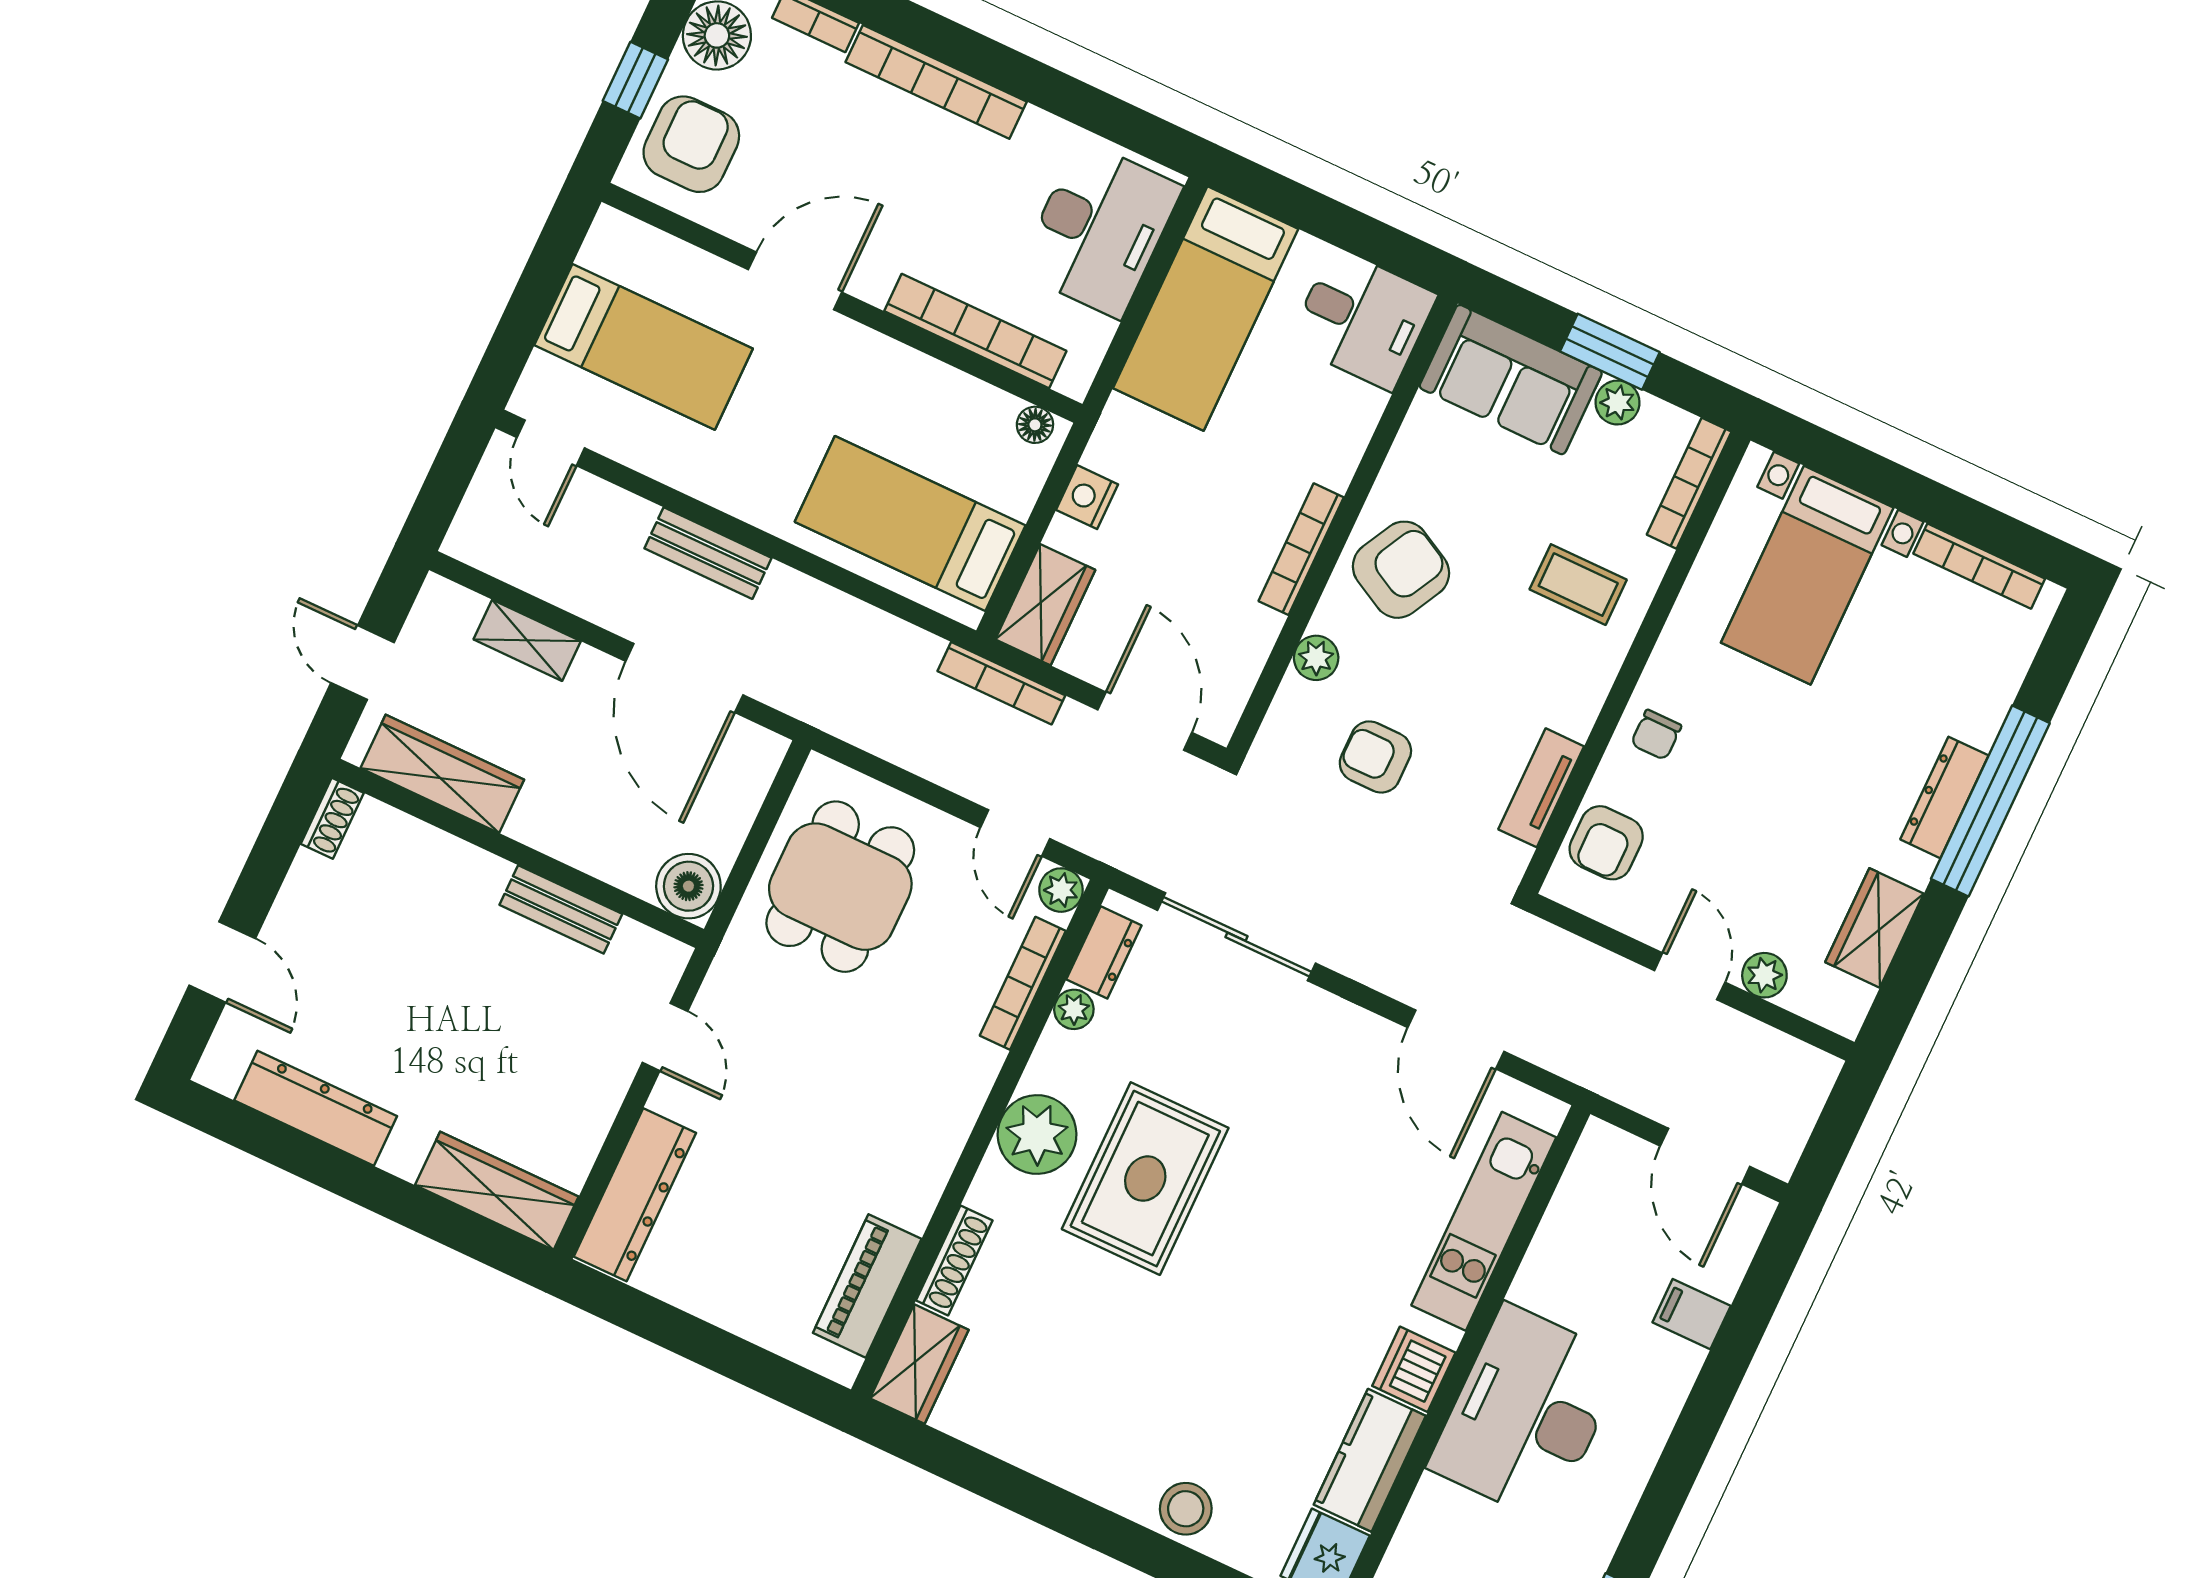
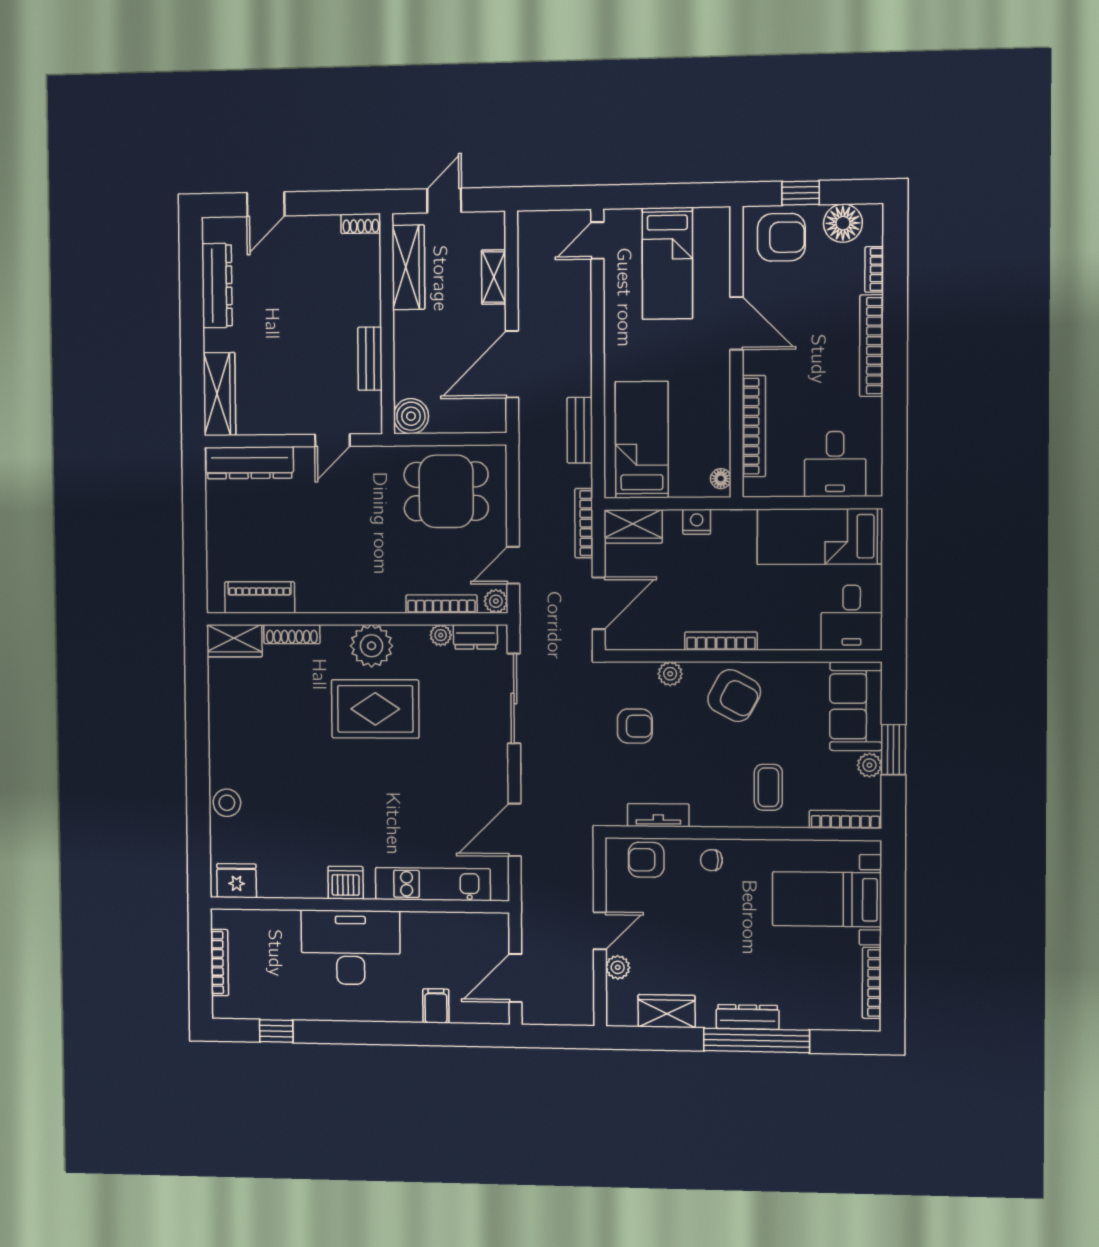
desk: (1100, 229) -> (835, 464), width x0.73
bench: (708, 553) -> (580, 430), moved
armchair: (1375, 757) -> (635, 726), turned 90
kitchen counter: (1370, 1460) -> (292, 881), removed

